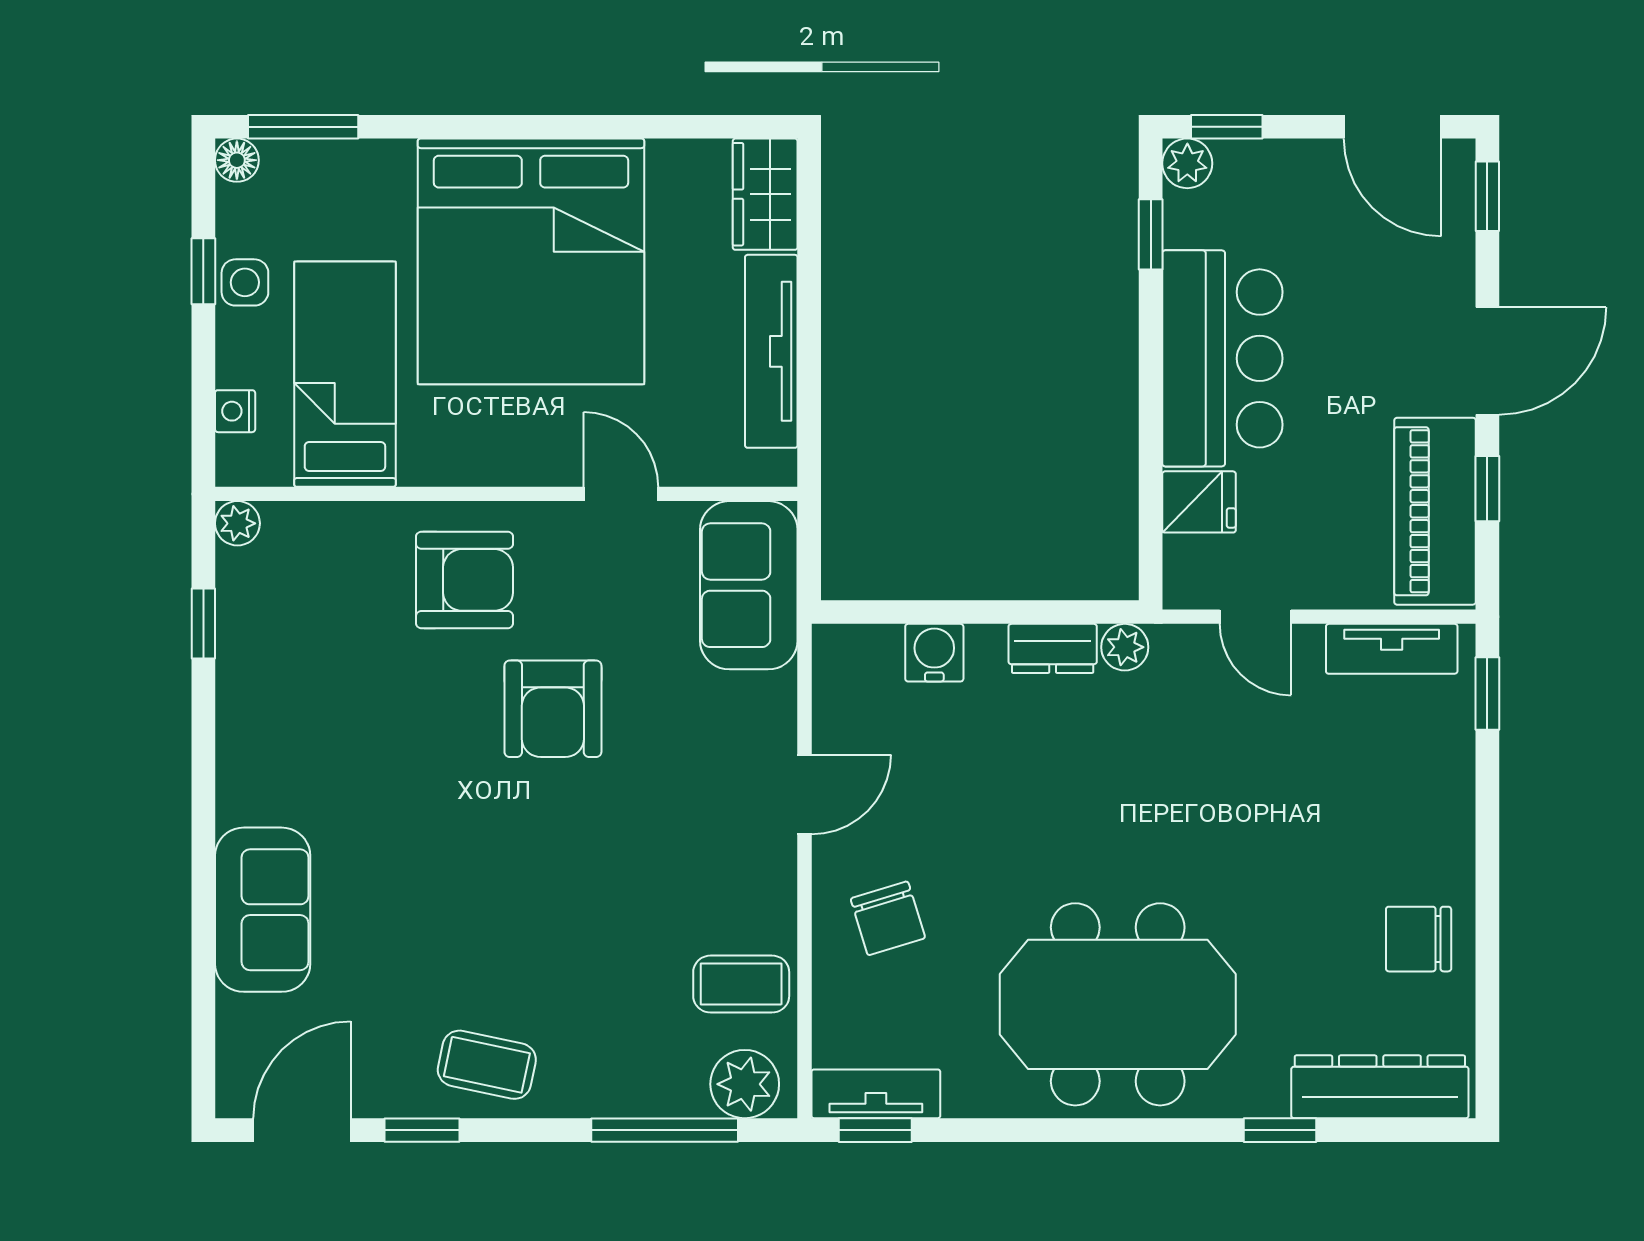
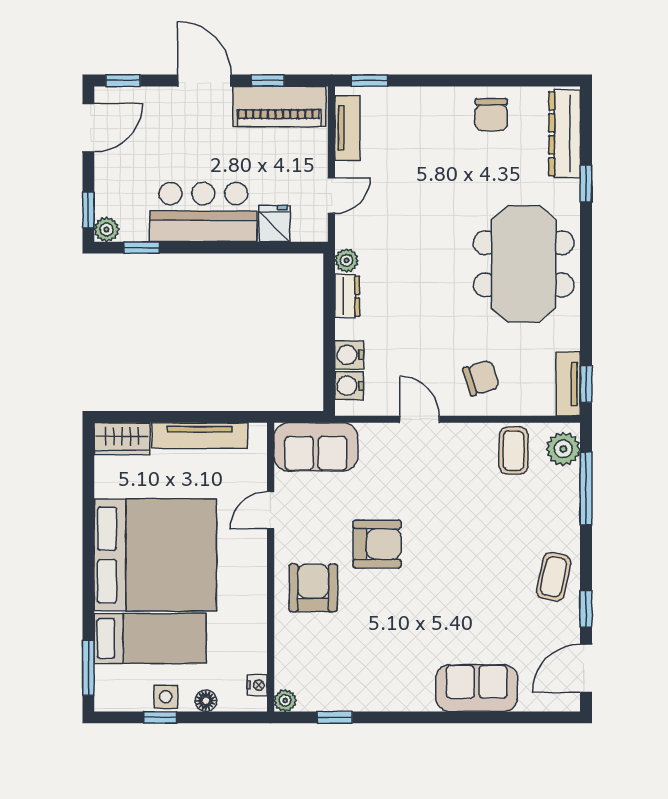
floor lamp: (237, 160) -> (206, 701), moved
bed: (345, 374) -> (150, 638), moved, turned 180
nightstand: (235, 411) -> (257, 685), moved, turned -90
water cooler: (872, 652) -> (349, 386), added
door: (302, 1130) -> (586, 668), hinge flipped

